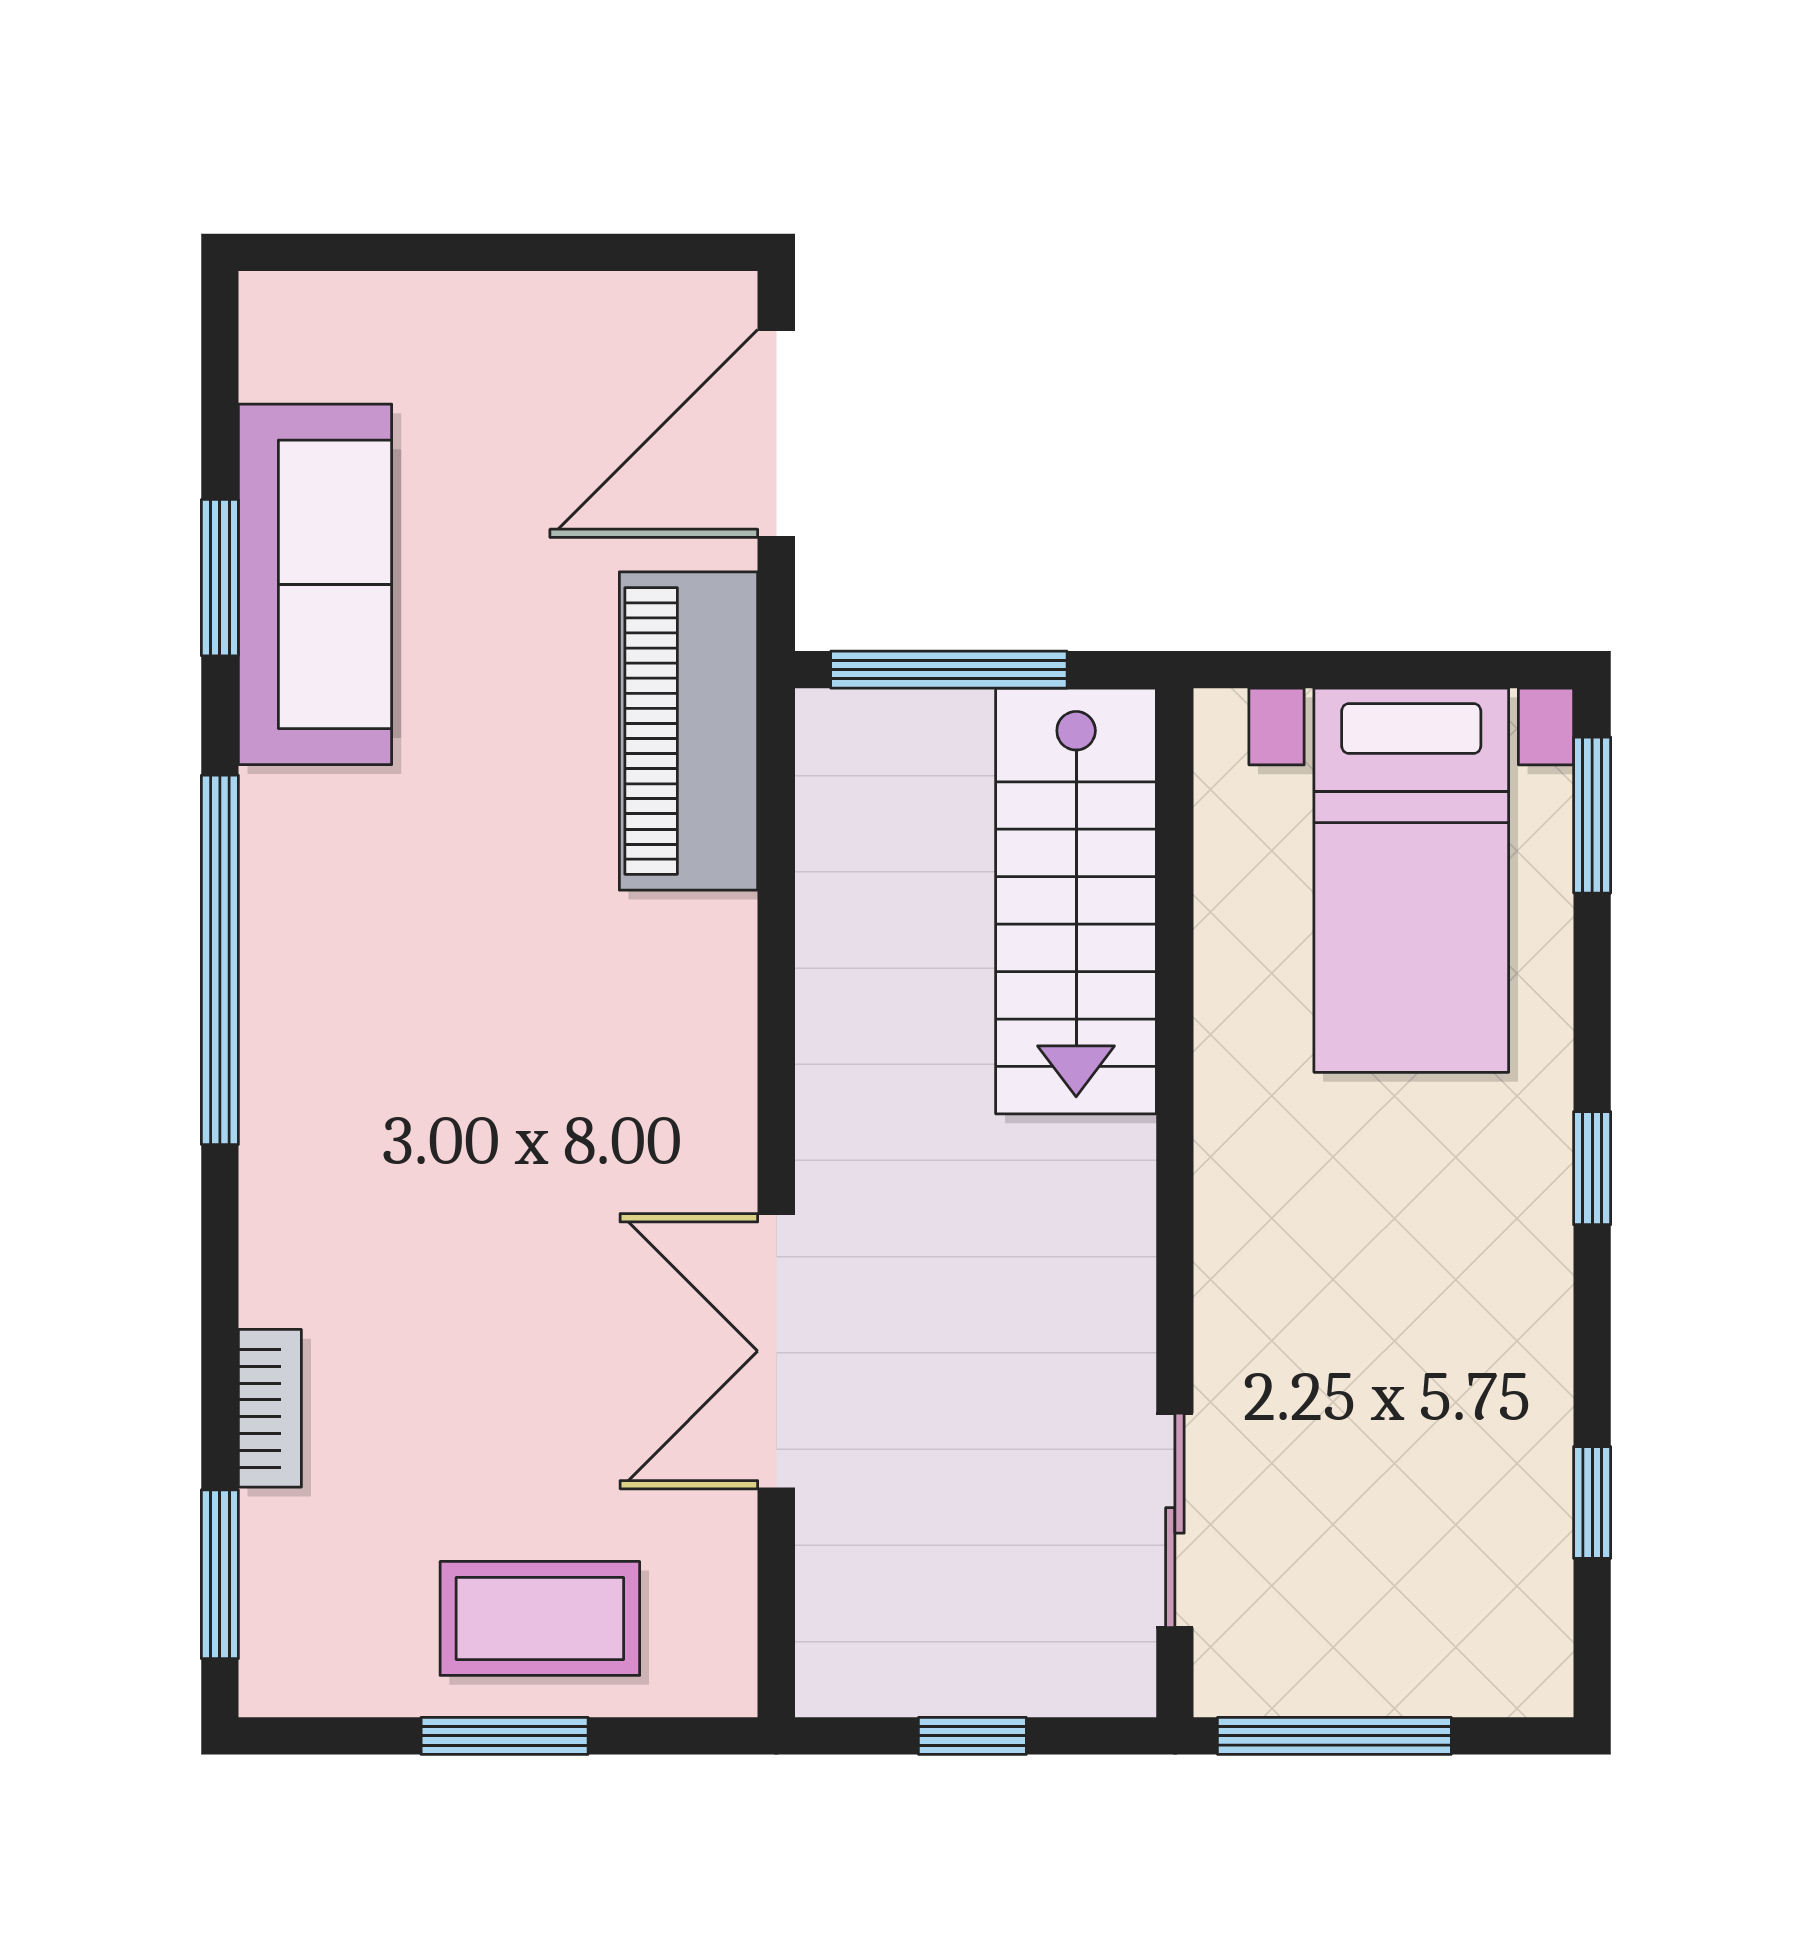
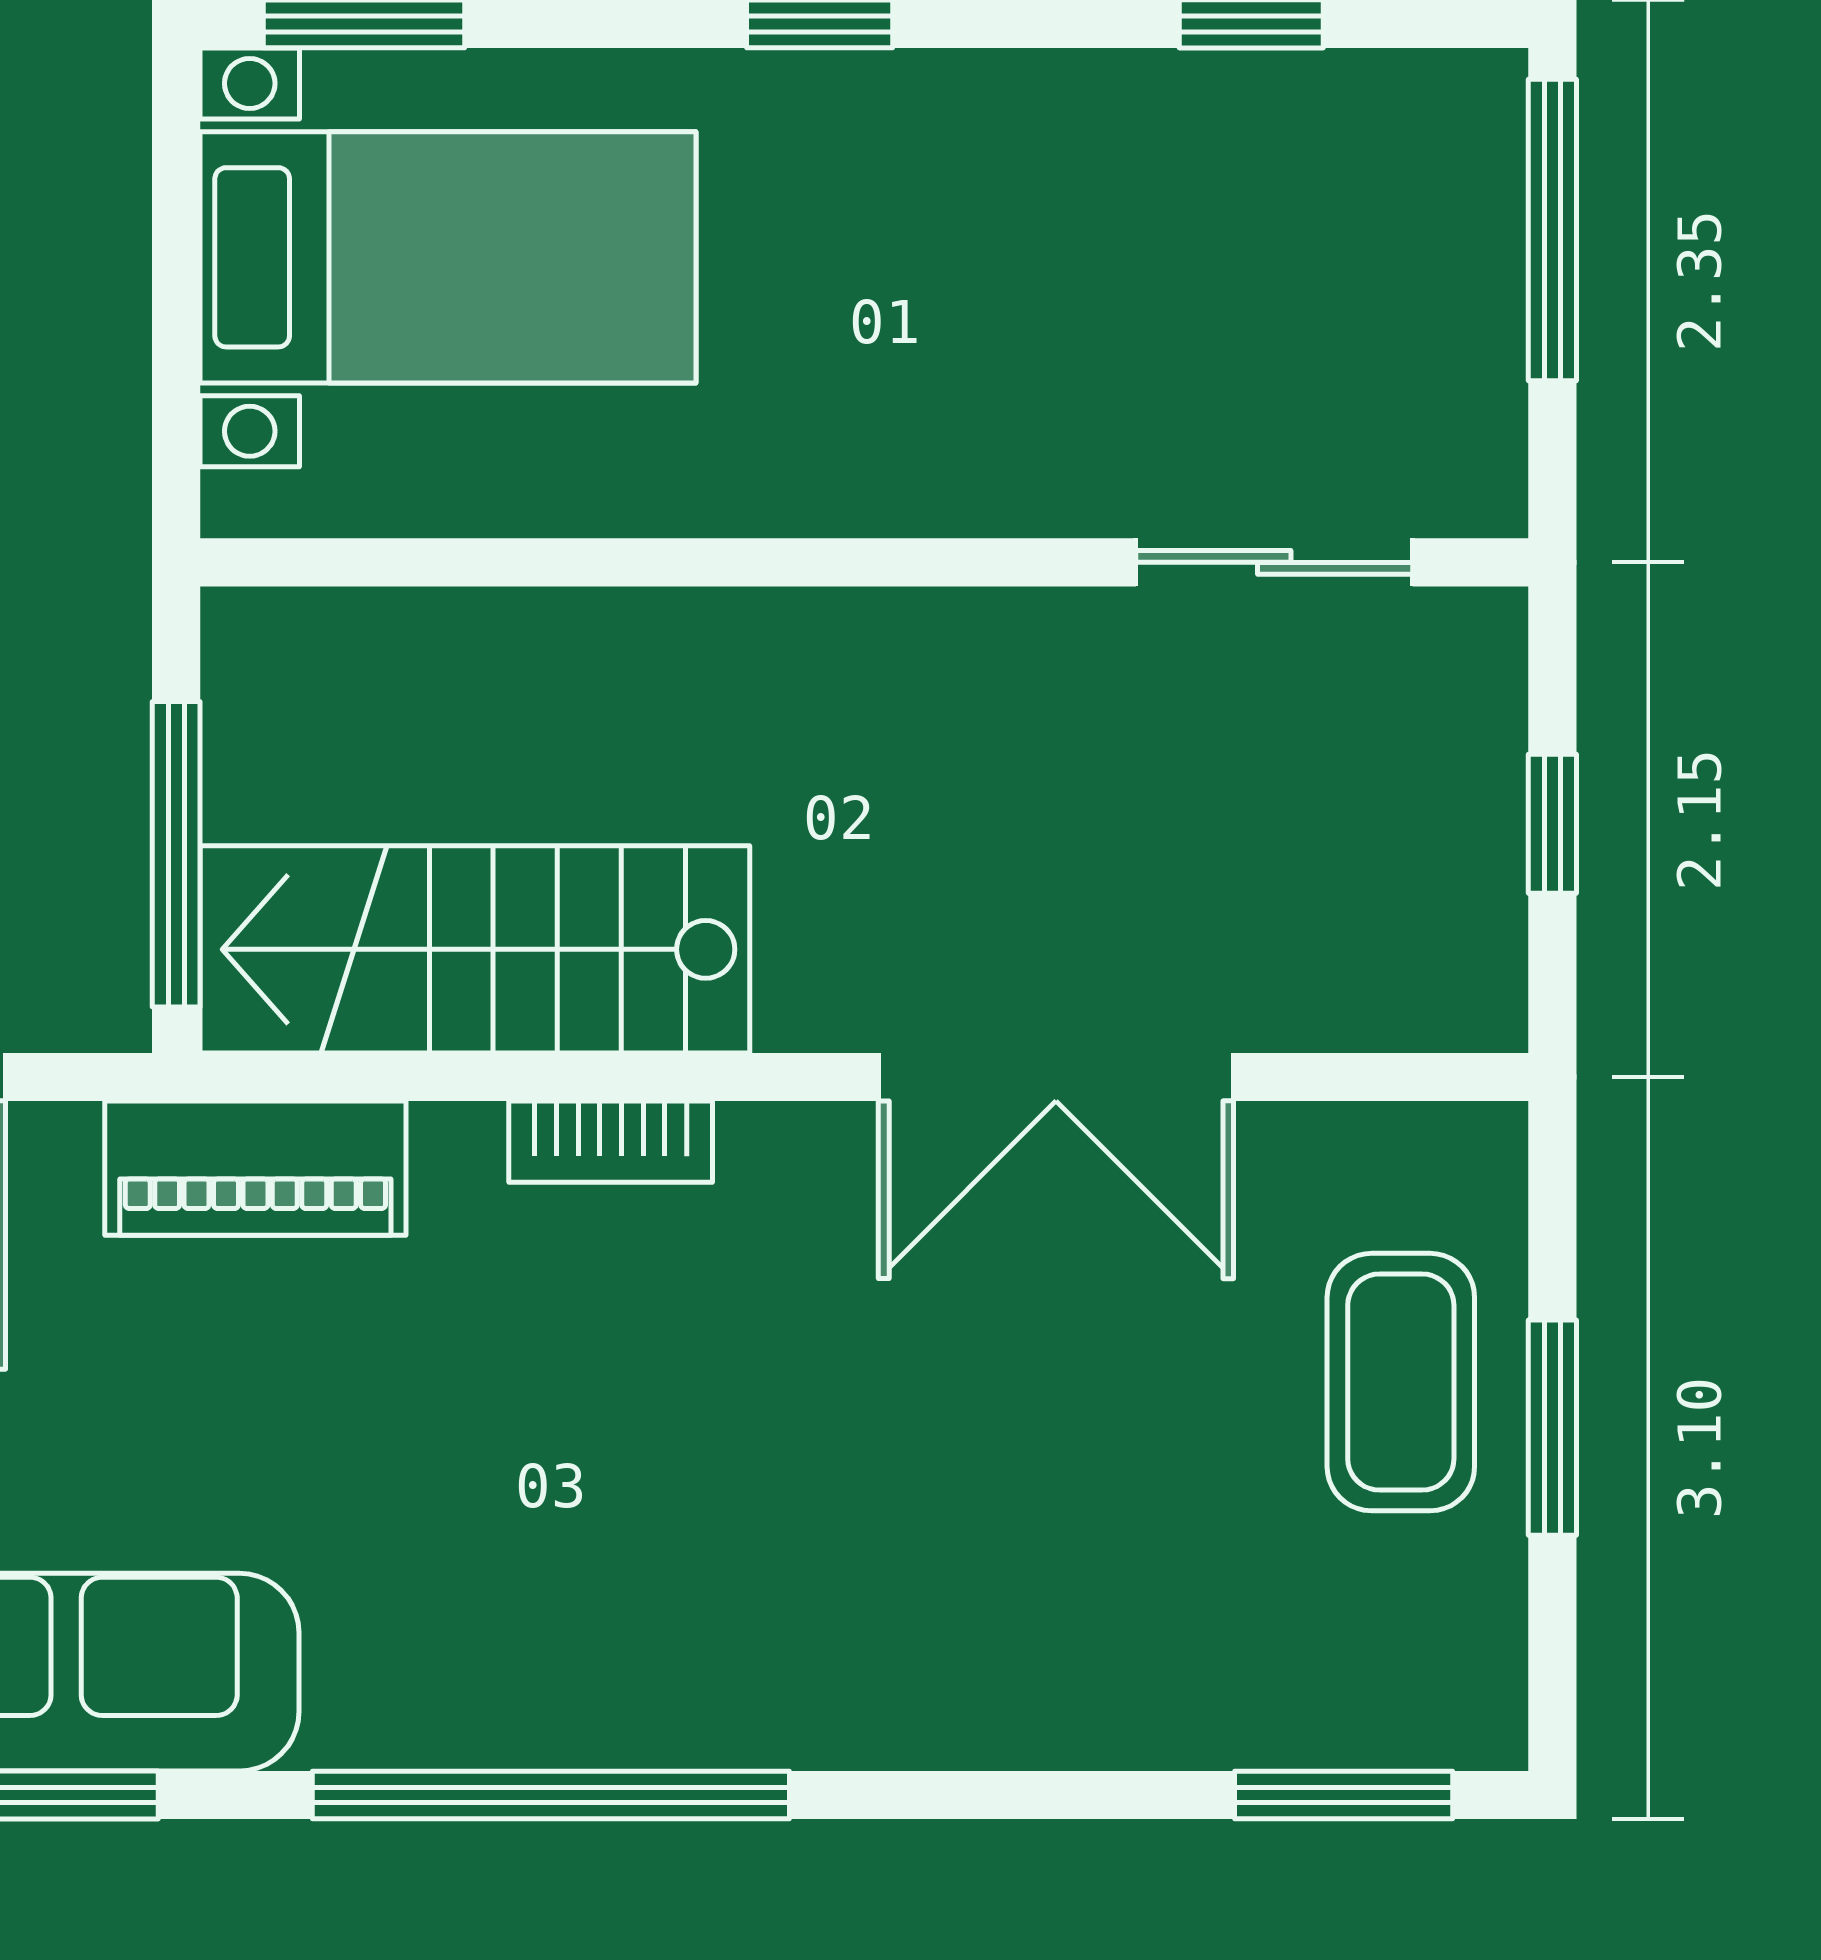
piano: (688, 731) -> (255, 1168), width x0.73, depth x0.75
stairs: (1076, 901) -> (475, 949), moved, turned 180
bookcase: (270, 1408) -> (611, 1142), moved, turned 180
window: (1334, 1736) -> (1552, 230), moved

